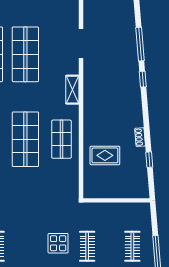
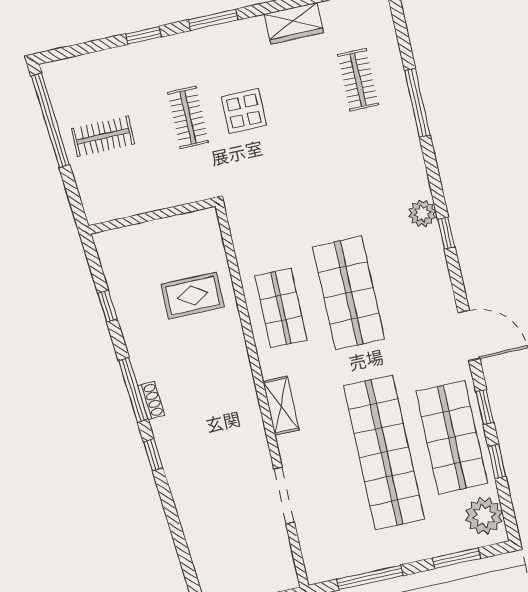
window: (140, 44) -> (133, 390), moved
shop shelf: (25, 54) -> (384, 452), width x1.40
shoe rack: (140, 137) -> (151, 401), moved
clothes rail: (132, 246) -> (103, 136), turned 90

